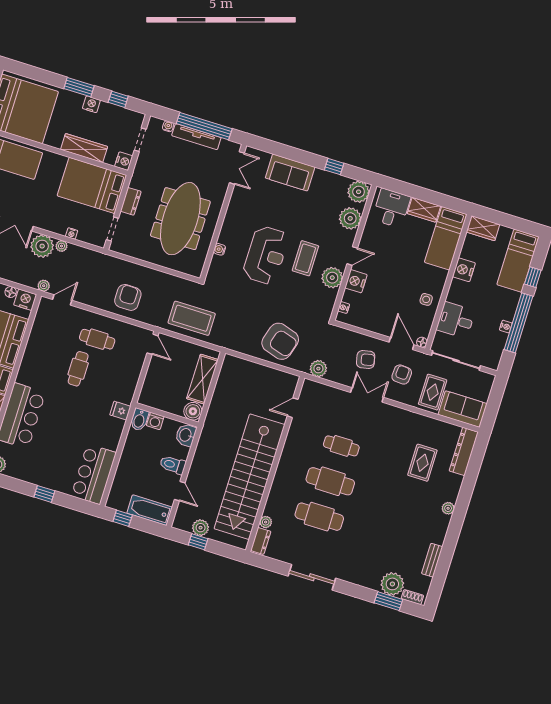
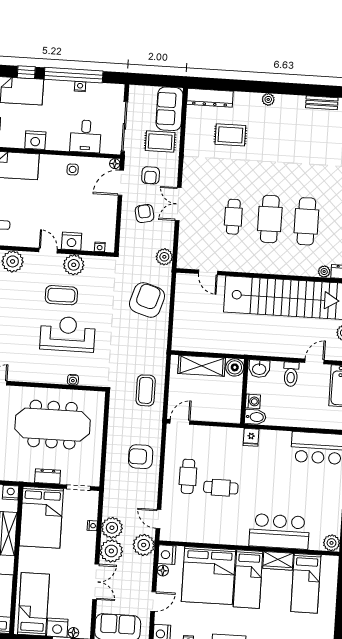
plant: (62, 246) -> (112, 528), width x1.88, depth x1.88
plant: (44, 286) -> (144, 545), width x1.88, depth x1.88
coffee table: (192, 318) -> (146, 390), width x0.73, depth x0.76
armchair: (402, 375) -> (151, 175), turned -94

